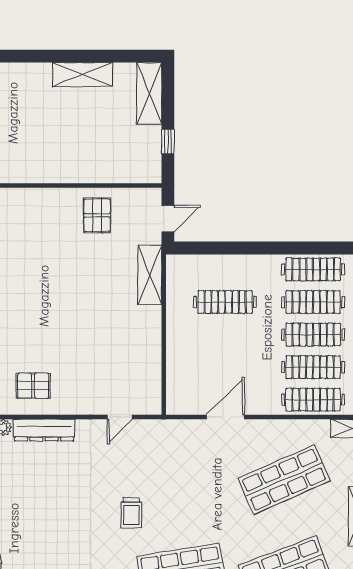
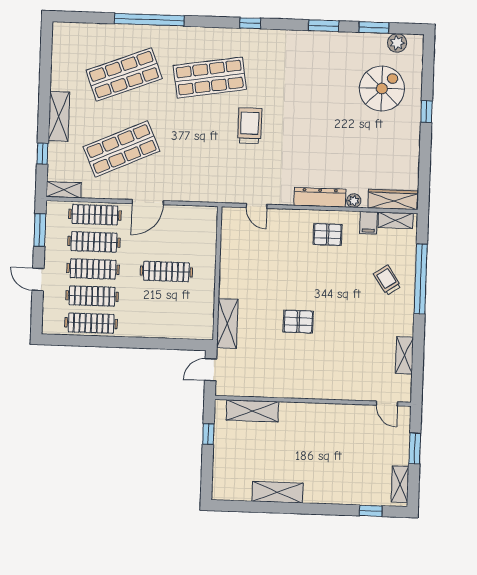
shelving: (149, 93) -> (252, 411), moved, turned 90
pallet: (97, 215) -> (298, 322), moved, turned 90
clothes rail: (225, 302) -> (166, 271), moved
door: (120, 417) -> (257, 206), swing flipped
door: (225, 417) -> (148, 202), moved
trolley: (131, 513) -> (250, 126), width x1.36, depth x1.39

